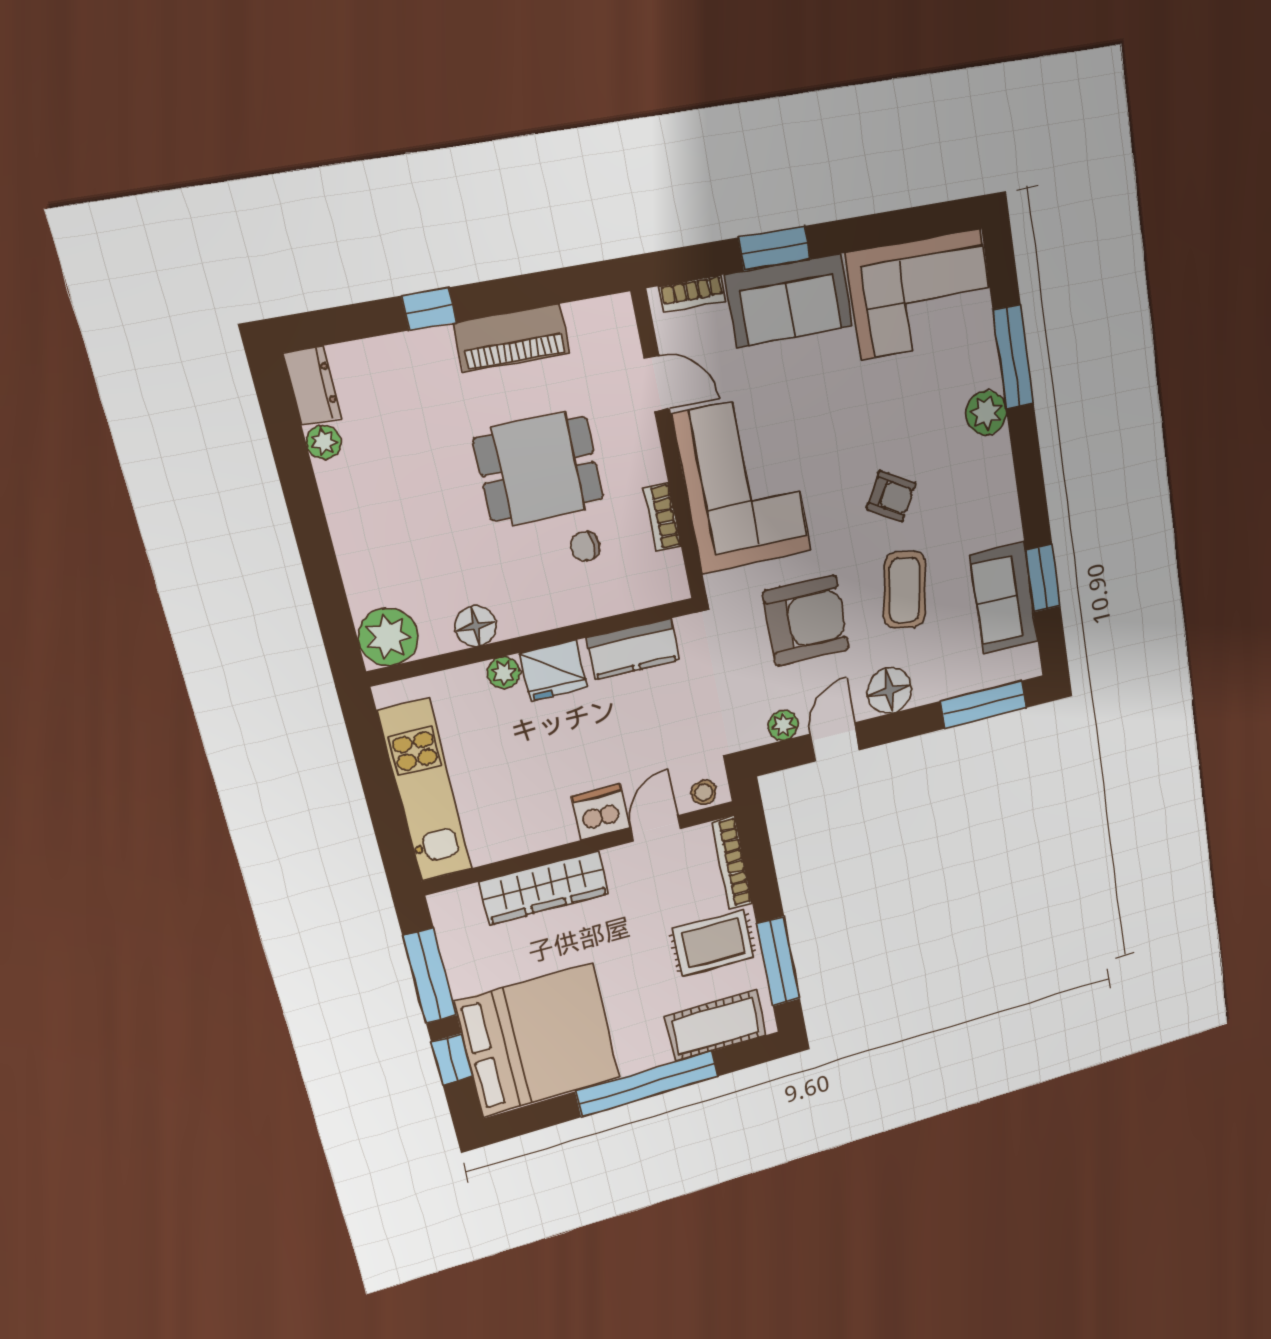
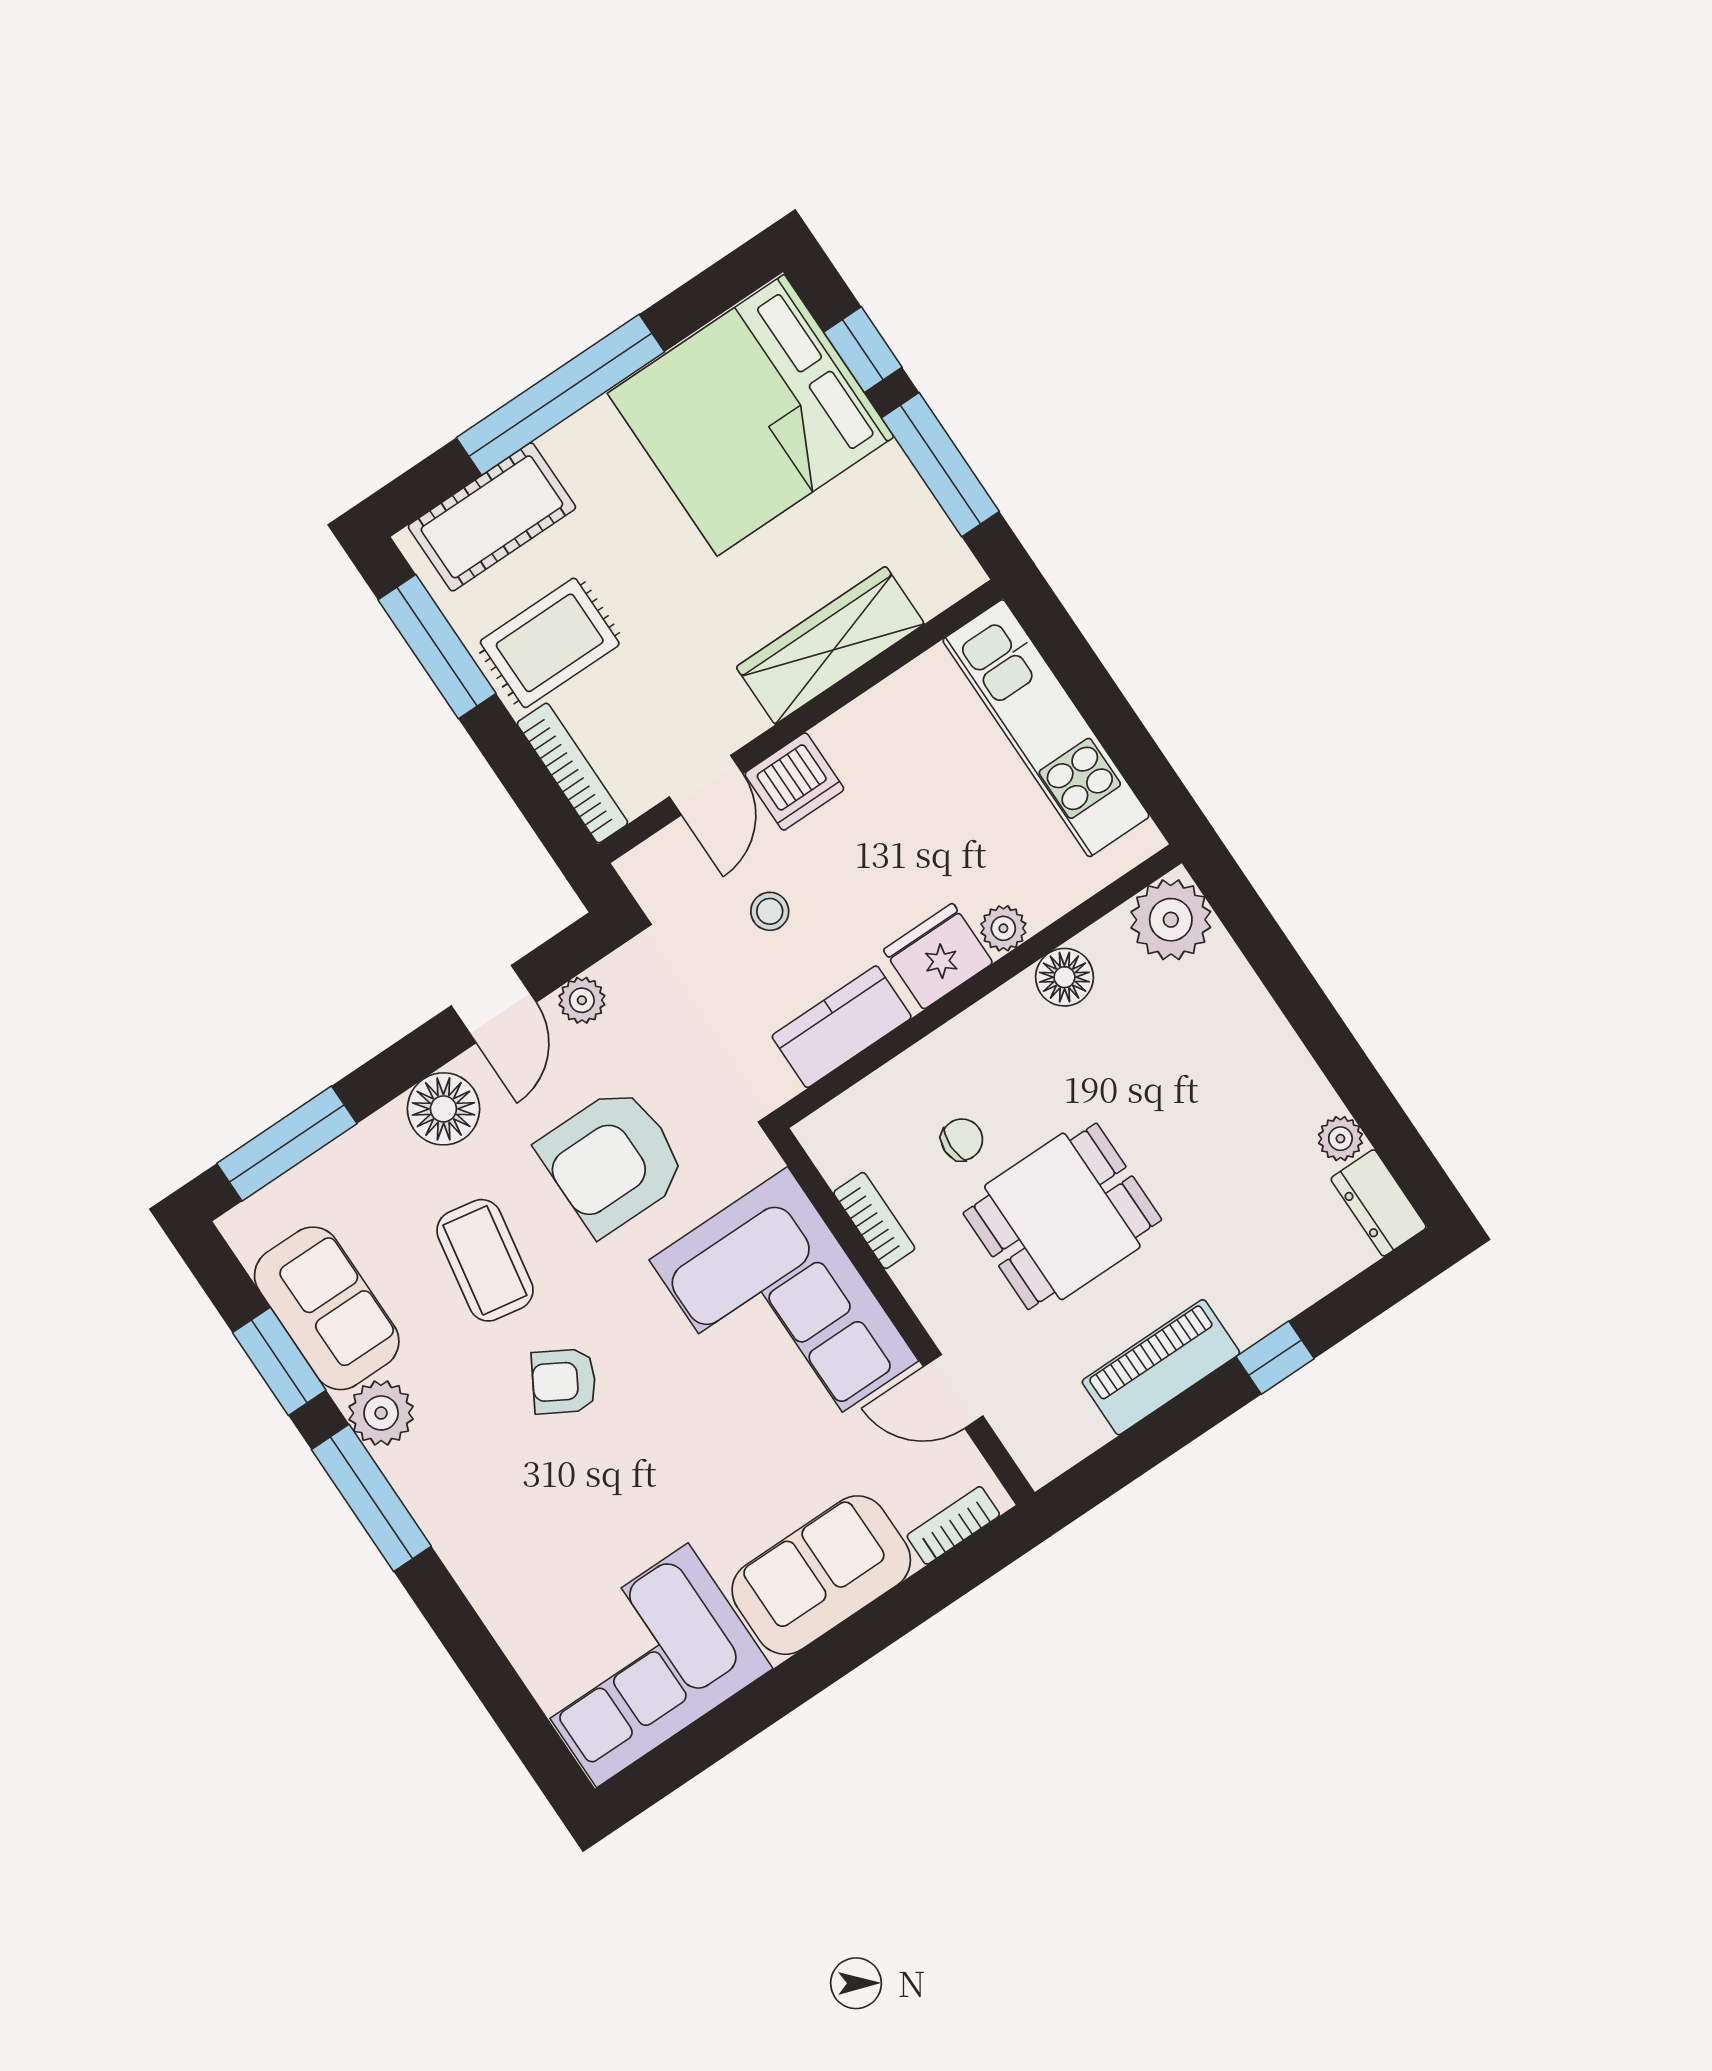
window: (774, 248) -> (869, 1631), removed
window: (1013, 357) -> (371, 1498), moved
plant: (986, 413) -> (381, 1413), moved
stool: (704, 792) -> (770, 911), moved

